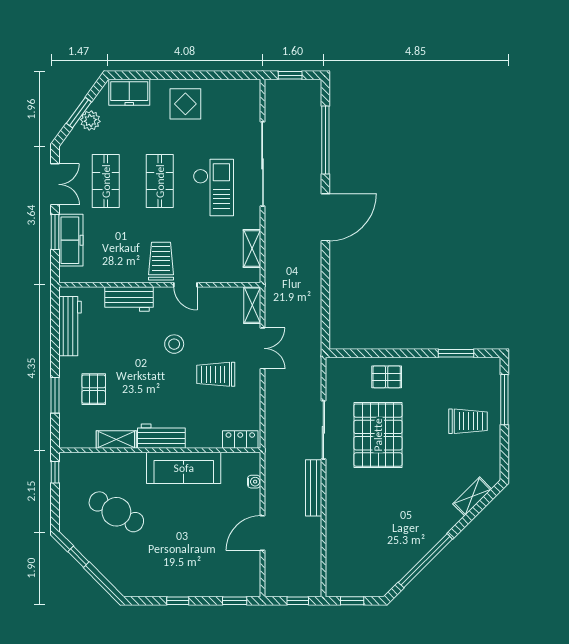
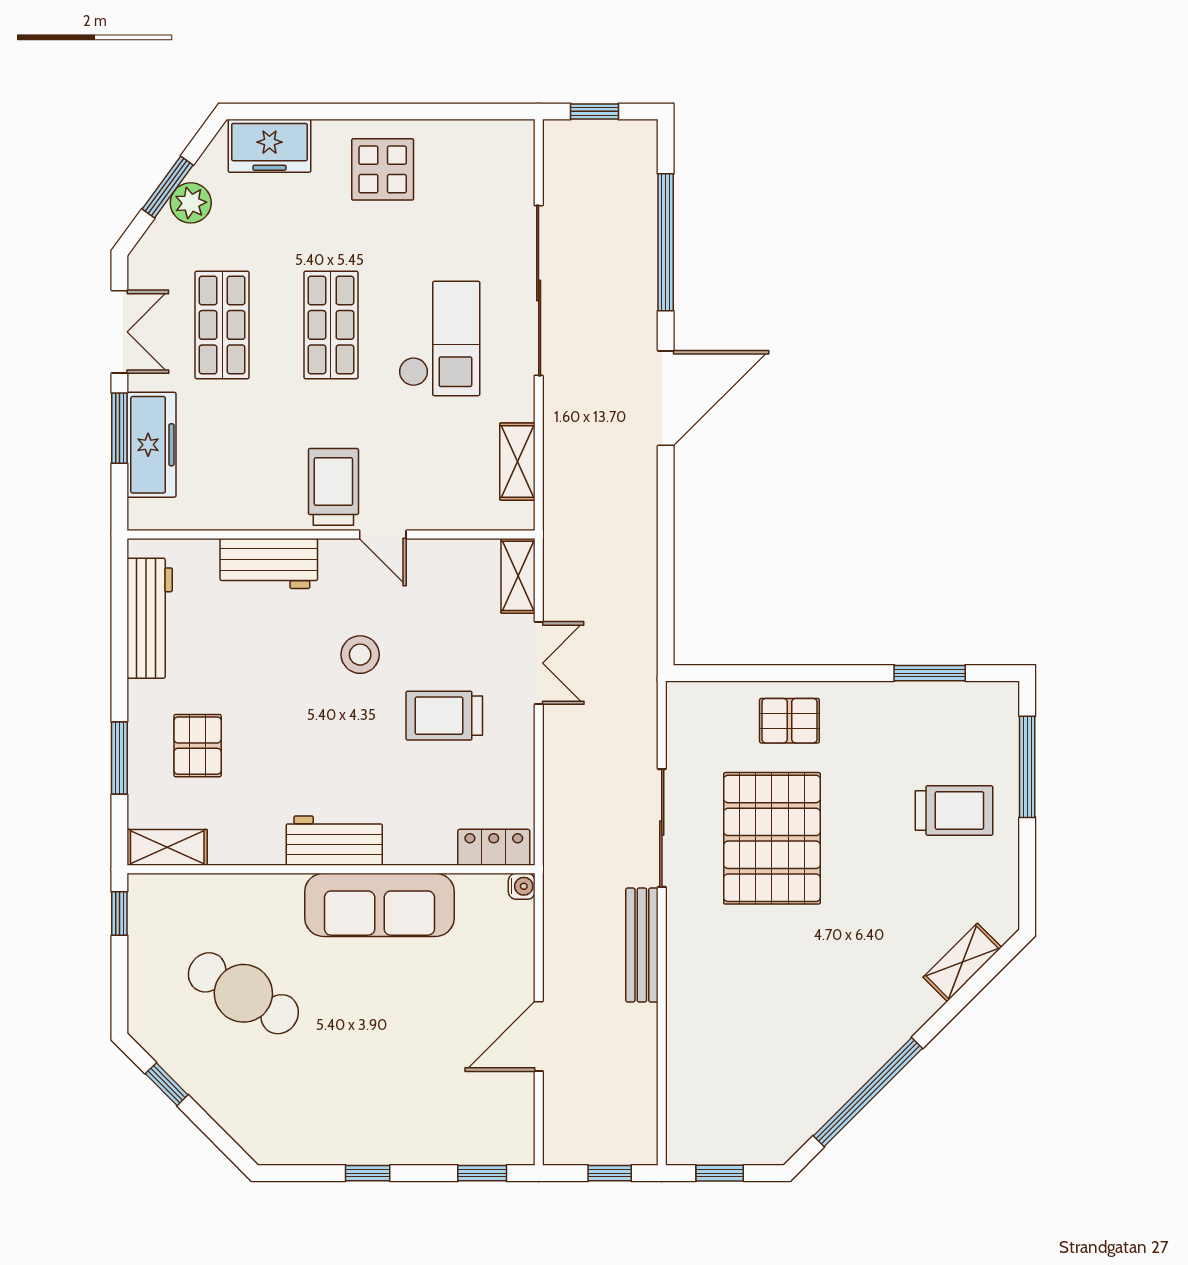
shelving: (116, 440) -> (167, 847), moved
water cooler: (254, 482) -> (522, 886), moved

